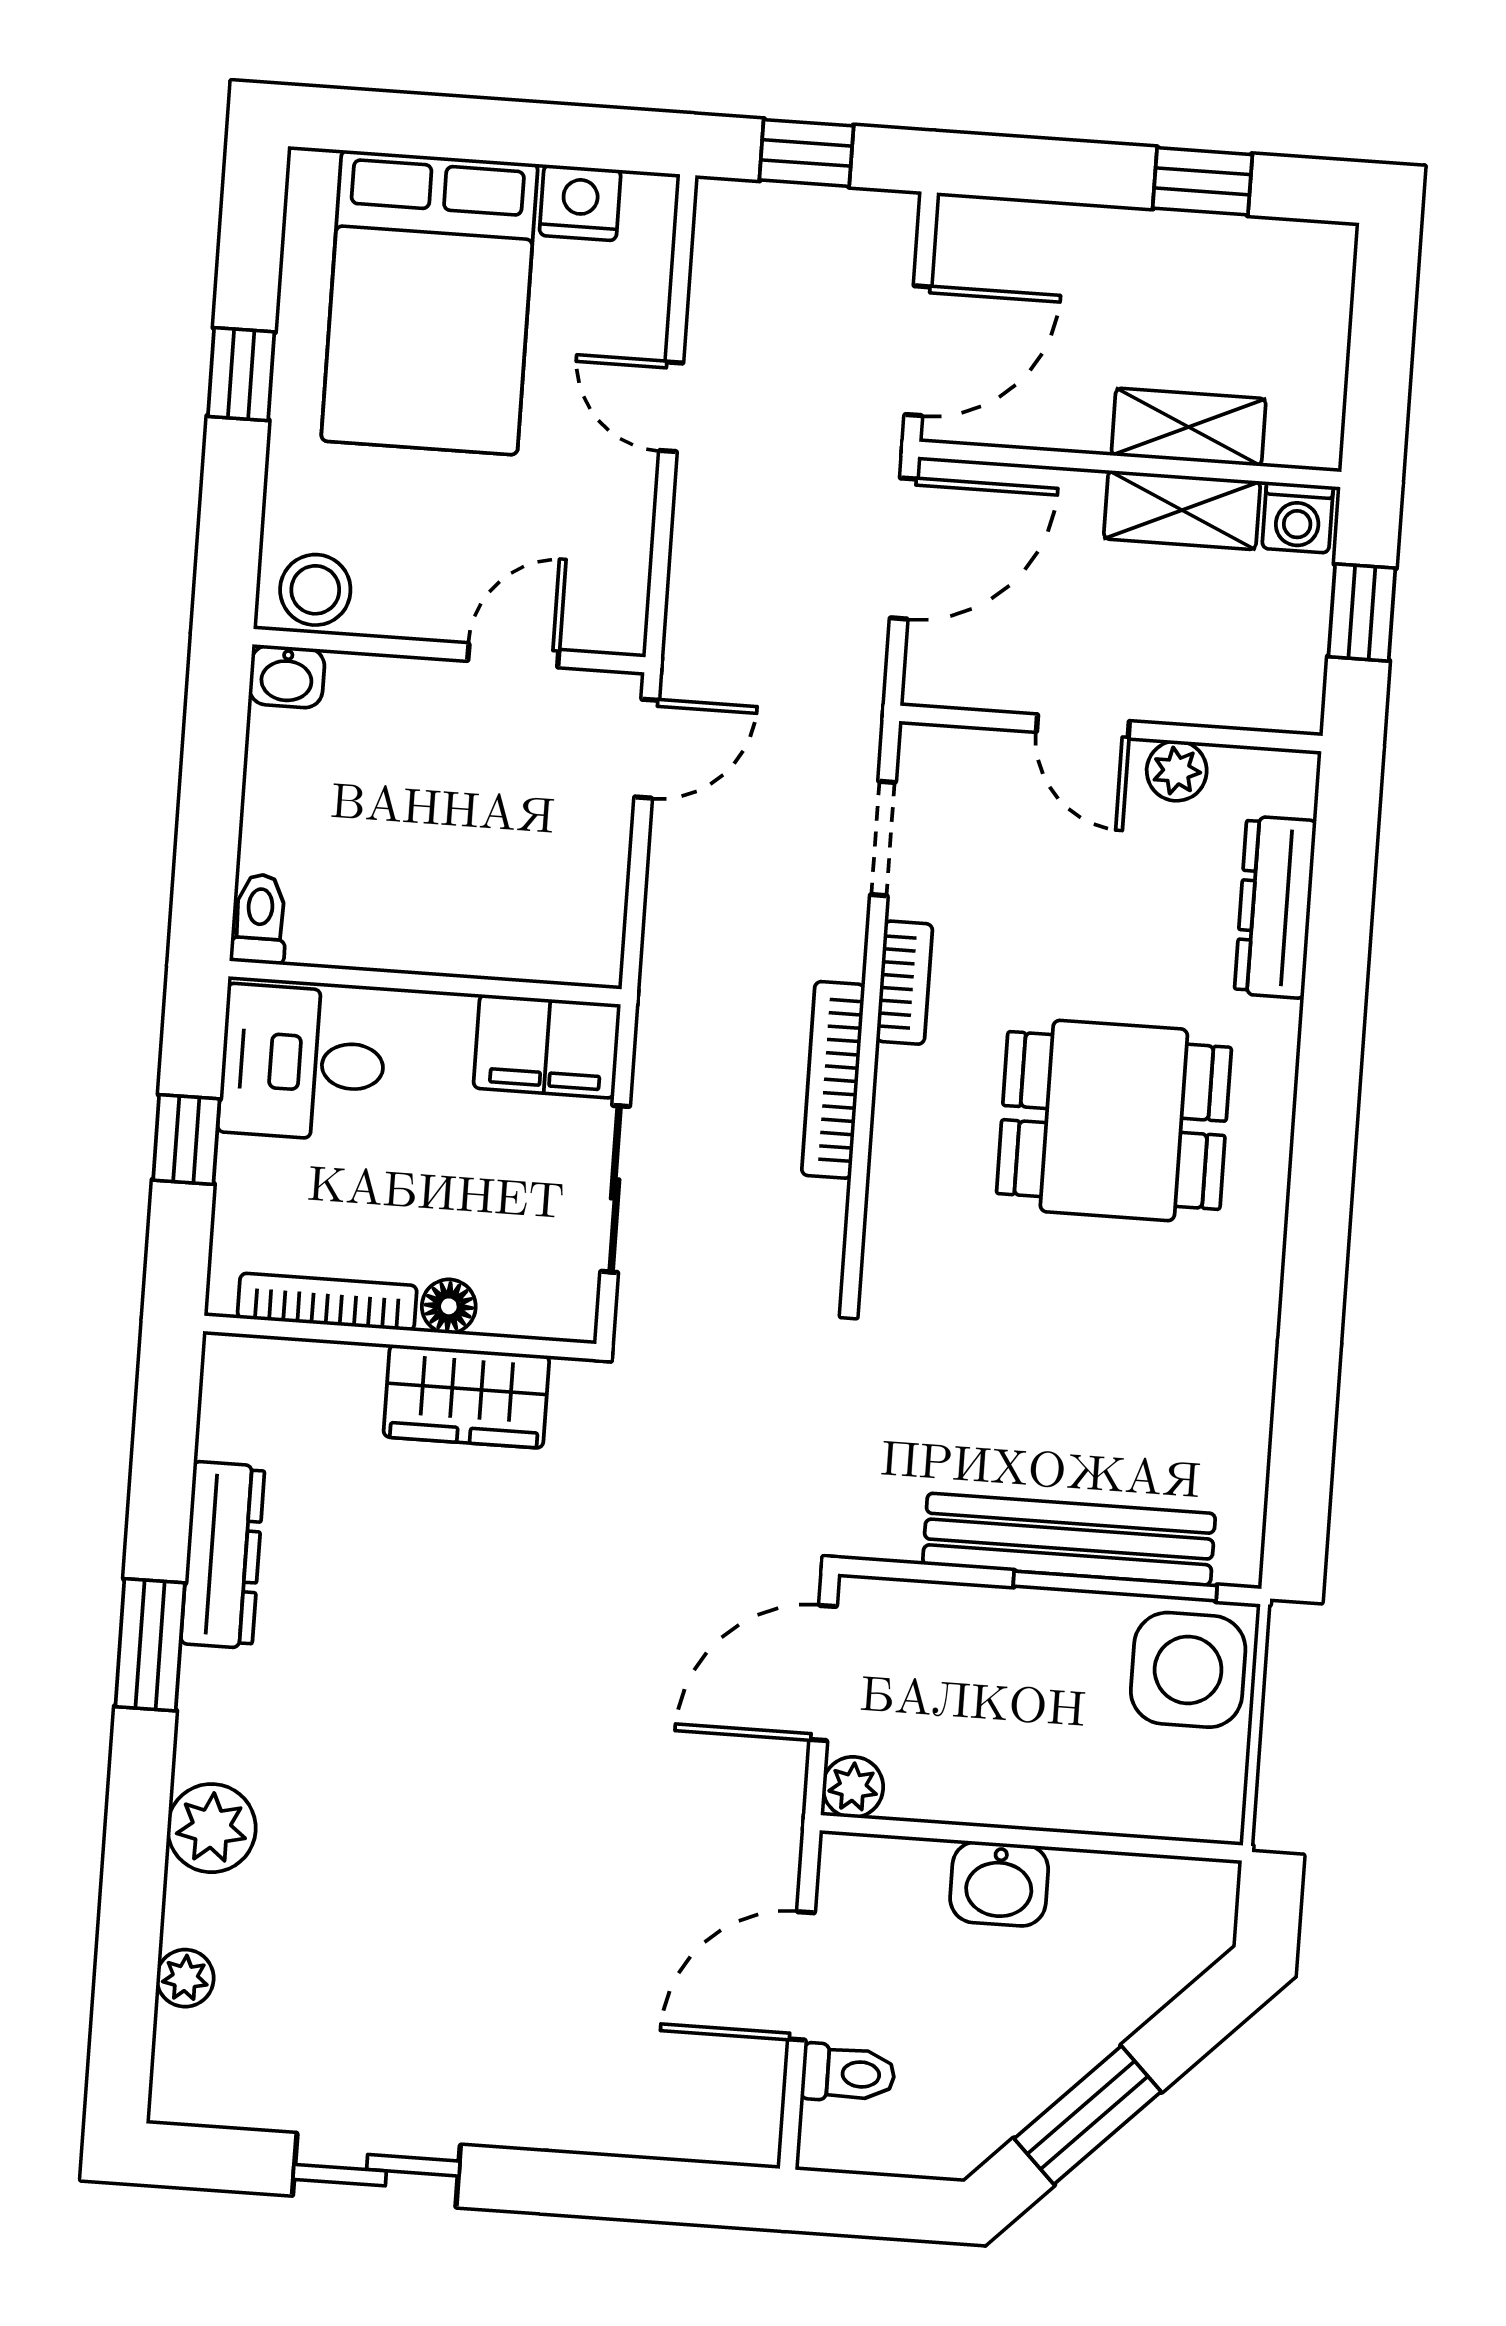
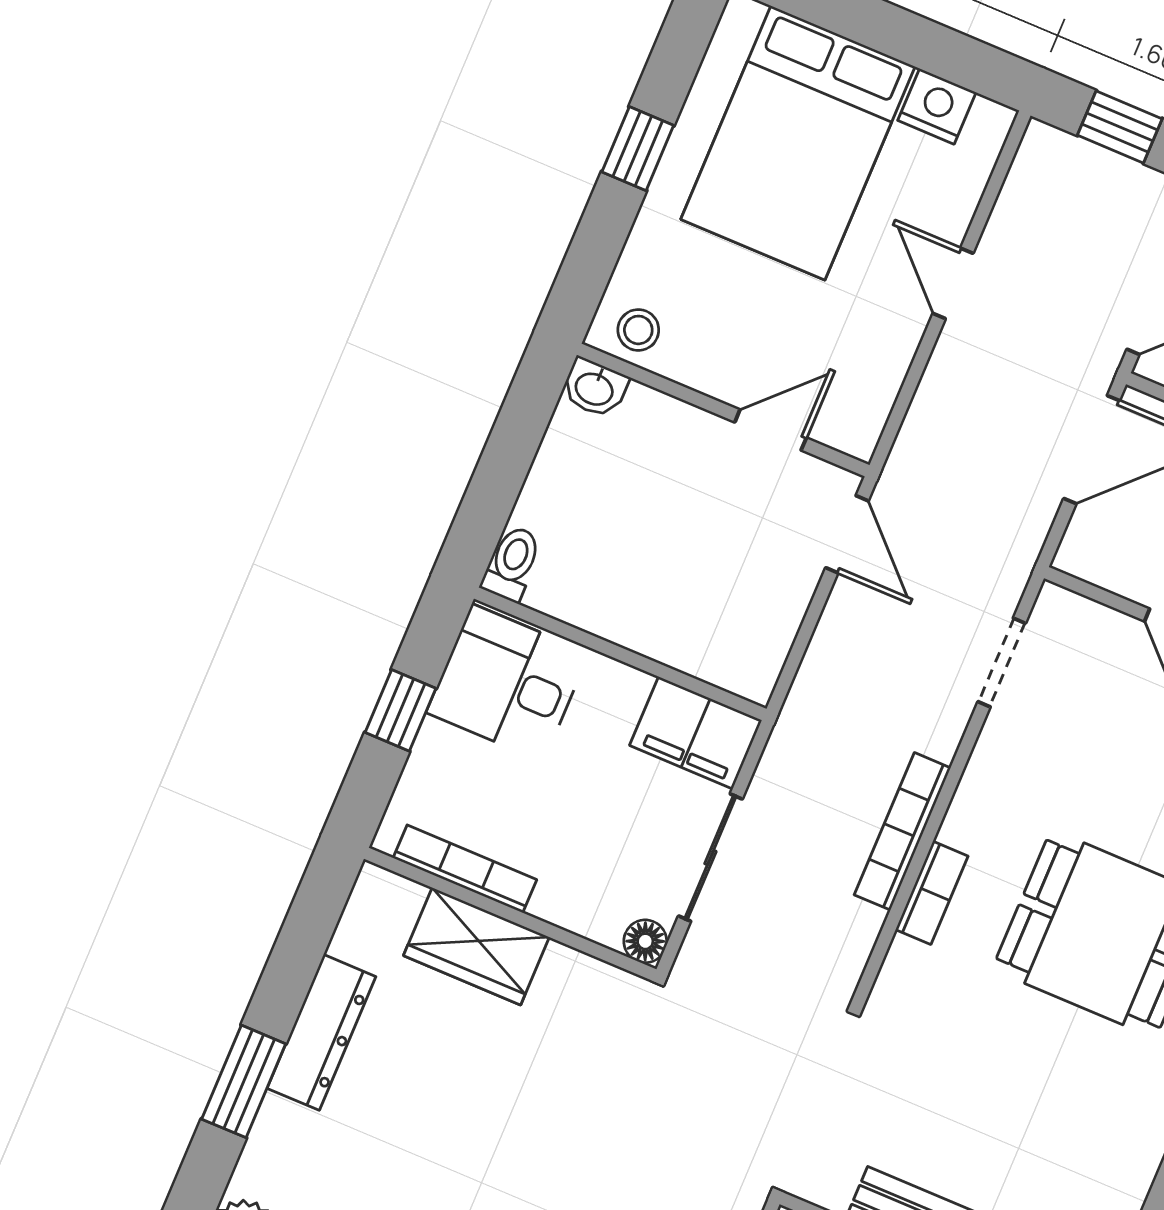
stool: (315, 590) -> (638, 330), width x0.73, depth x0.73
door: (647, 749) -> (847, 534), hinge flipped
bookcase: (904, 983) -> (932, 893), moved
floor lamp: (449, 1306) -> (645, 941), moved
wardrobe: (466, 1396) -> (476, 946), moved

